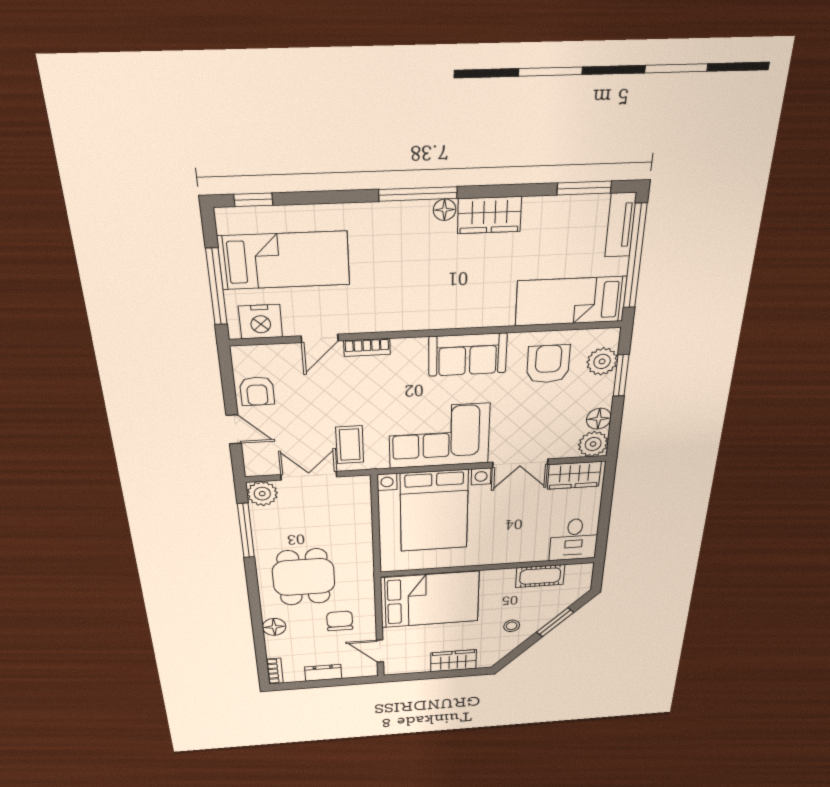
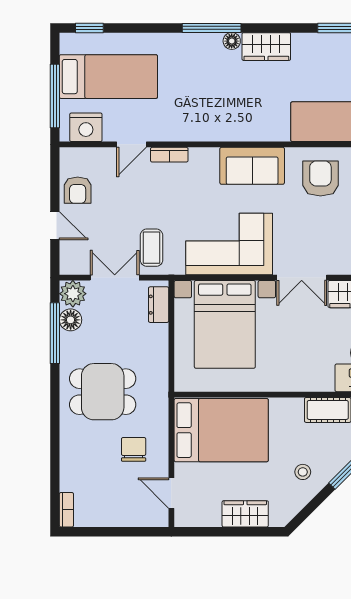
dining table: (304, 577) -> (103, 392), turned 90
floor lamp: (274, 627) -> (71, 320), moved
dresser: (323, 673) -> (159, 305), moved, turned -90

